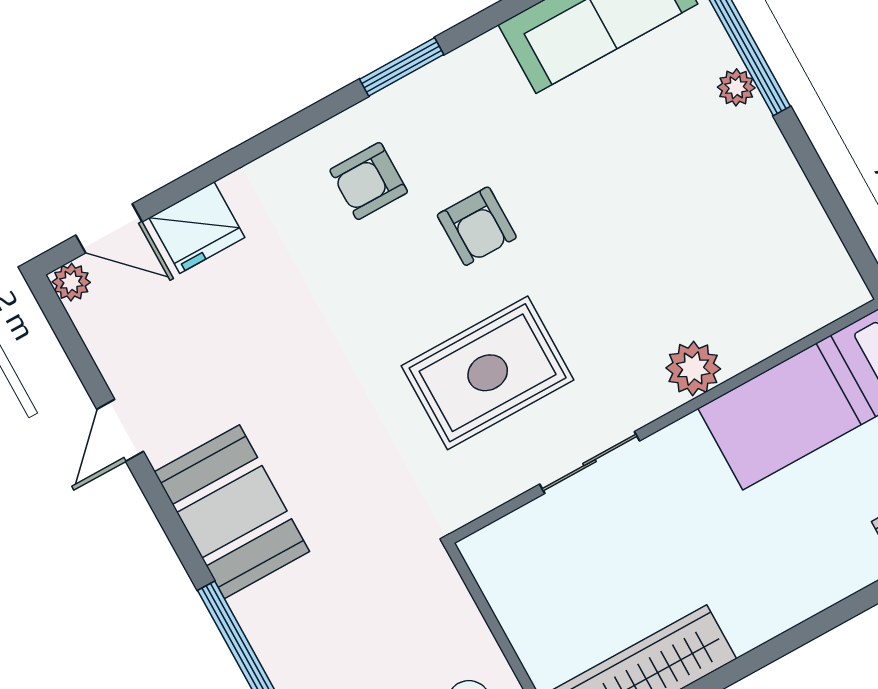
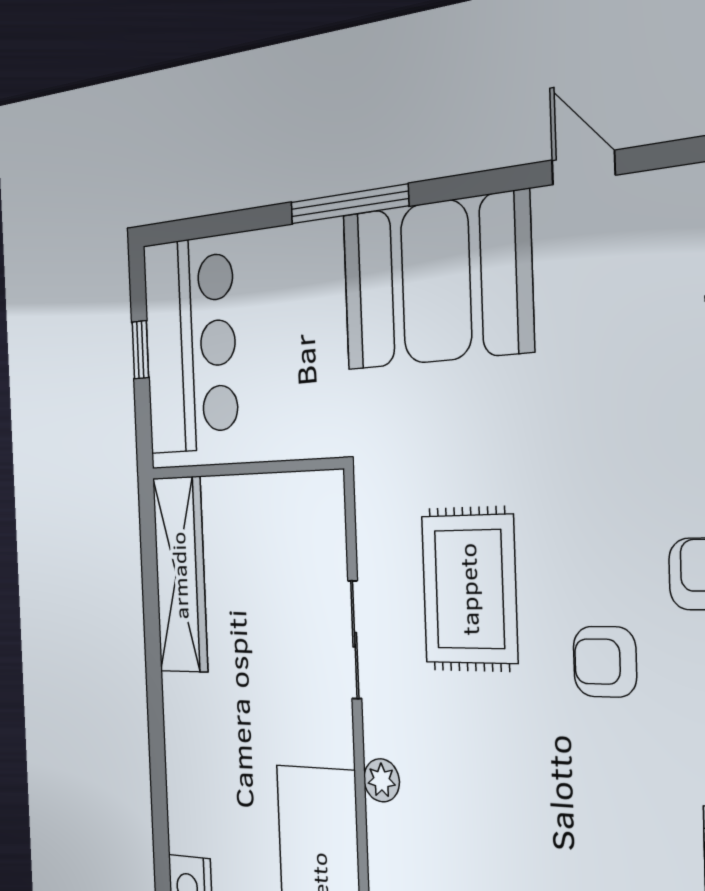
plant: (693, 368) -> (382, 780), width x0.73, depth x0.73
booth: (232, 512) -> (436, 282), width x1.36, depth x1.42

